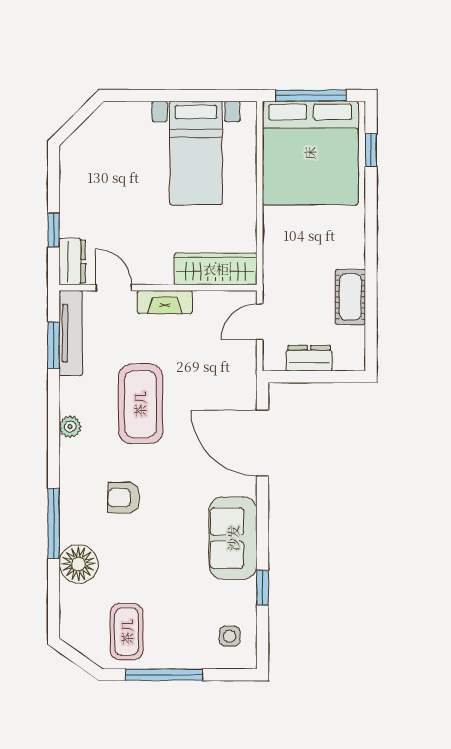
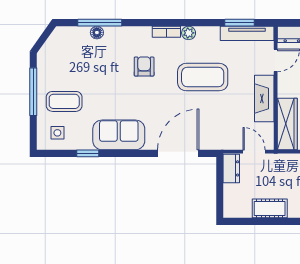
fireplace: (165, 302) -> (264, 99), width x1.37, depth x1.32
dresser: (309, 358) -> (231, 168), moved
bookcase: (68, 462) -> (166, 32), added
window: (54, 523) -> (100, 23), moved
floor lamp: (78, 564) -> (97, 33), width x0.53, depth x0.53
coffee table: (127, 632) -> (64, 101), moved

